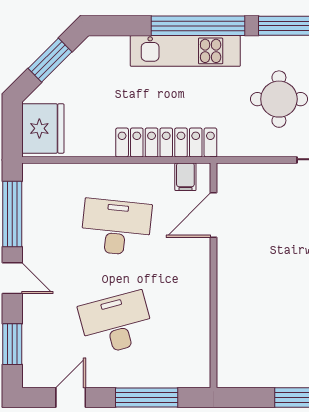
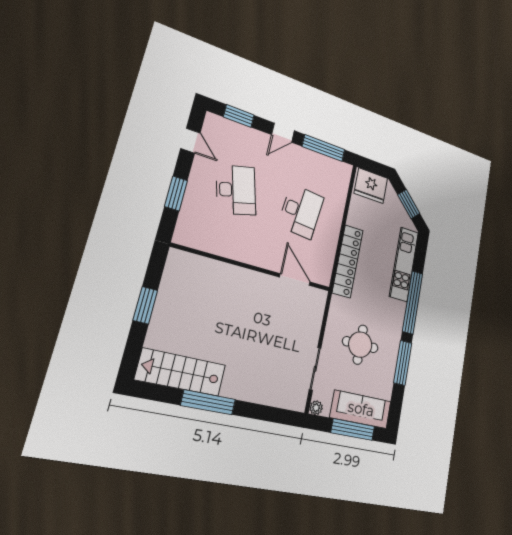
kitchen unit: (185, 51) -> (404, 264), moved
filing cabinet: (185, 177) -> (324, 268), removed
window: (147, 397) -> (176, 194), width x0.69

